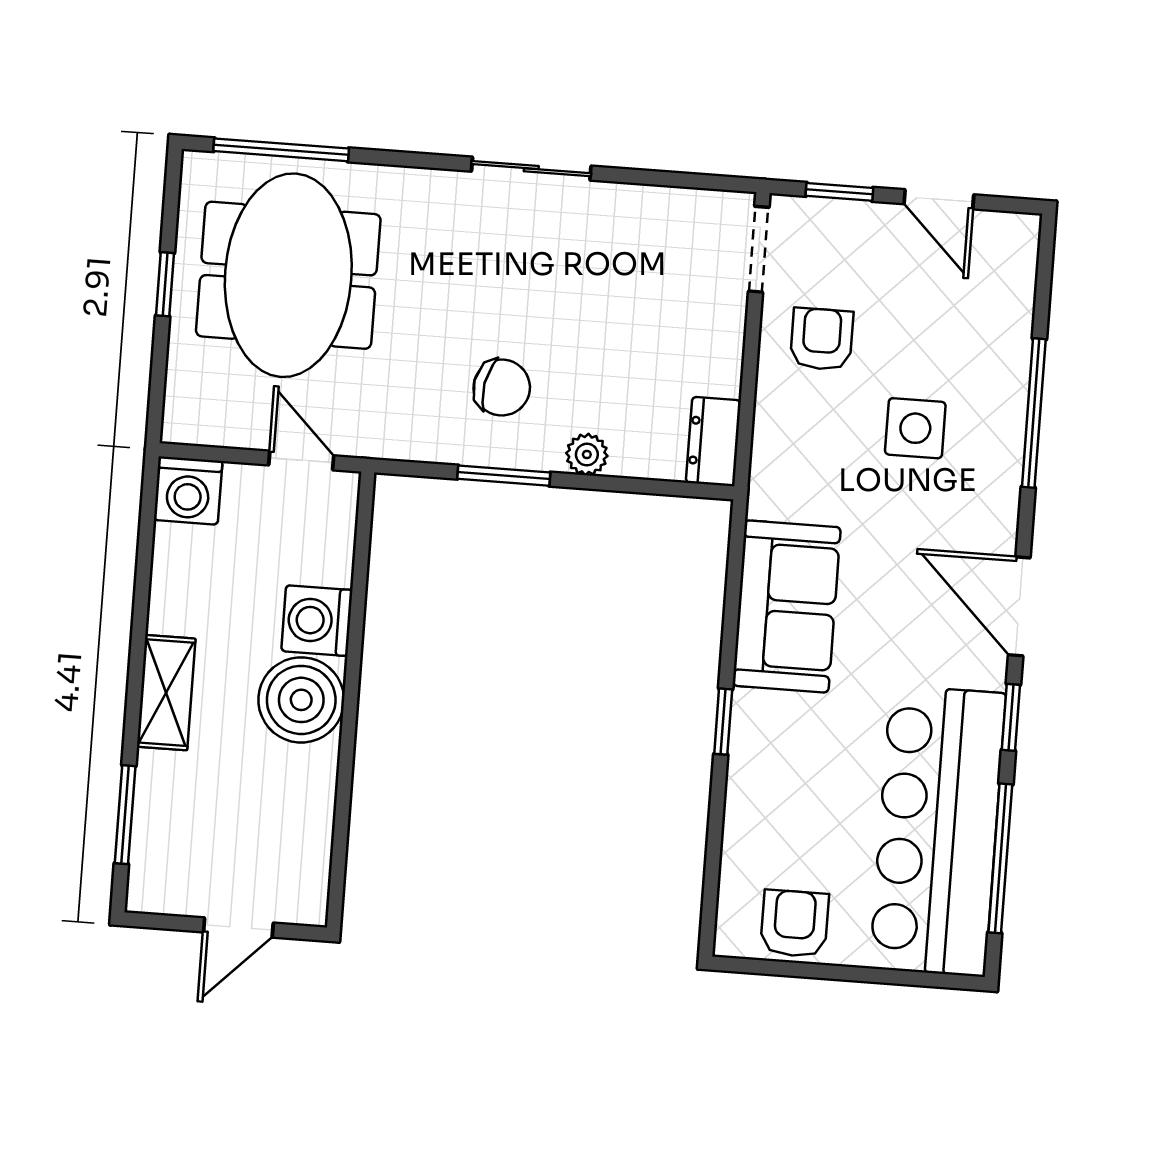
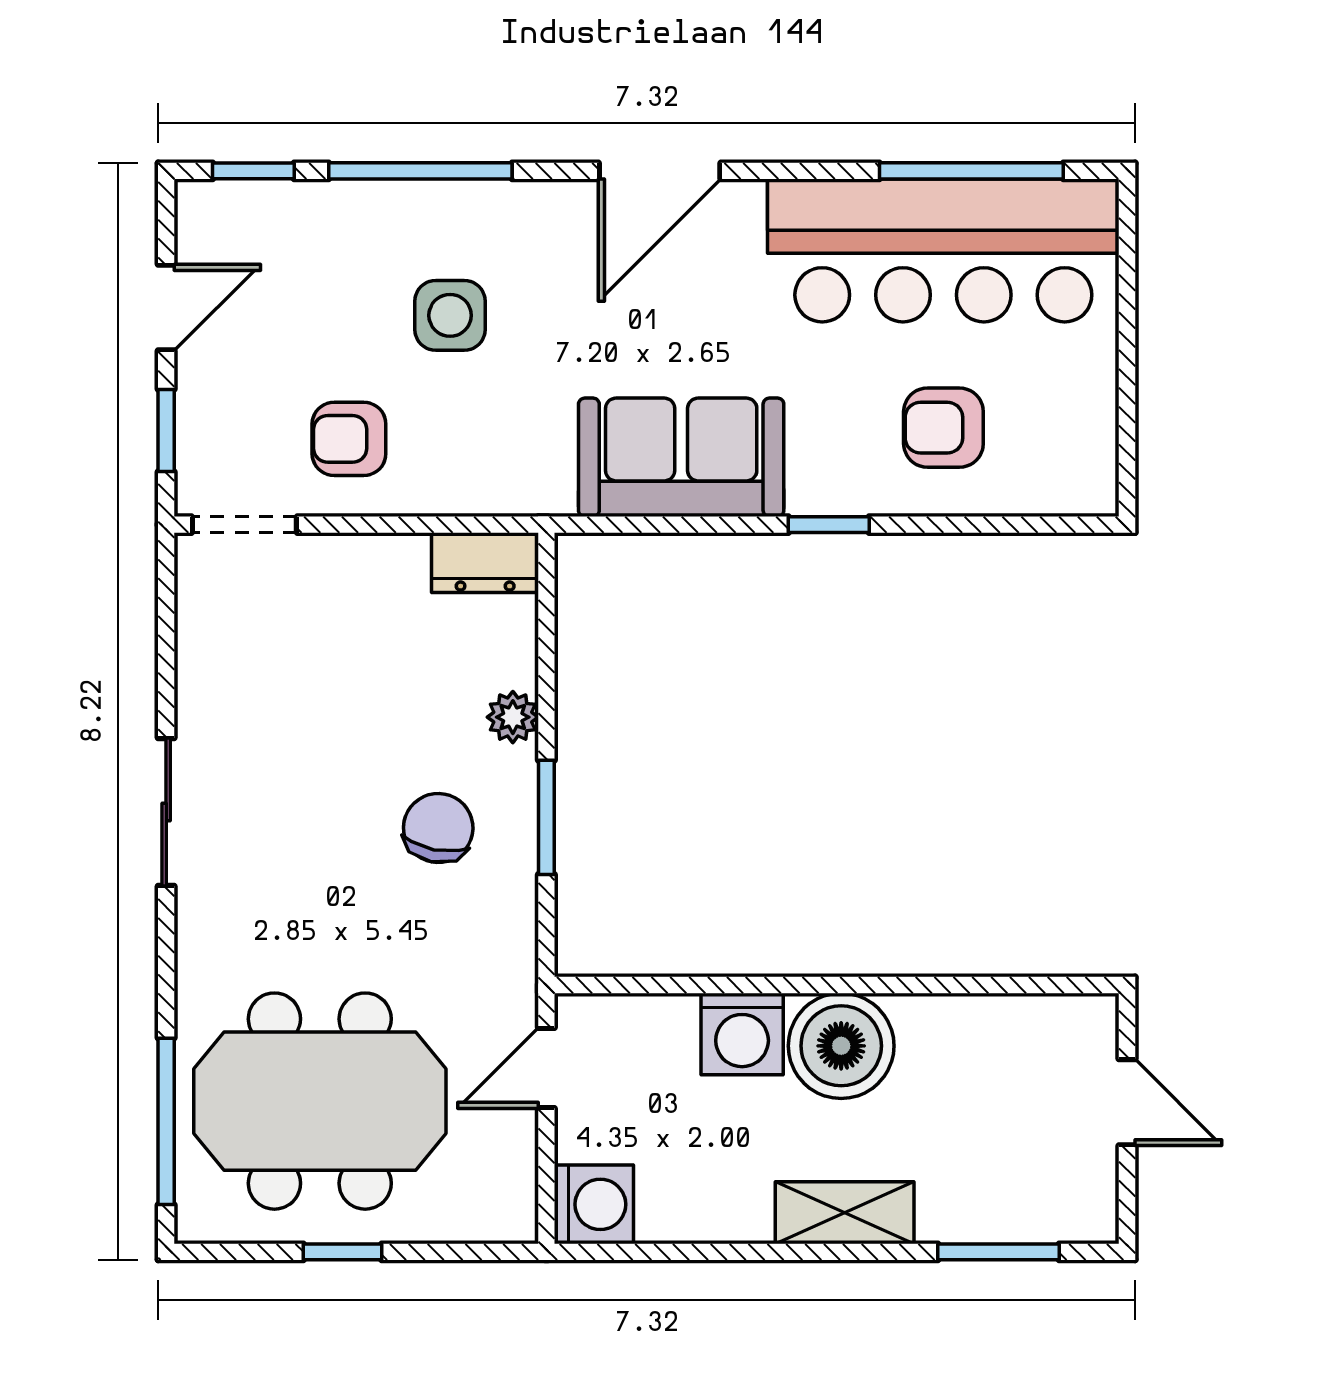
window: (1011, 717) -> (253, 171), moved
armchair: (795, 924) -> (943, 428), moved

